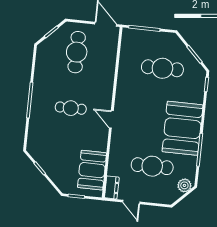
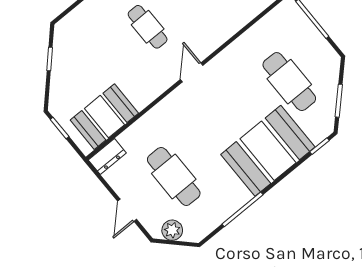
door: (111, 119) -> (192, 72), moved
booth: (183, 128) -> (268, 151), moved
plant: (184, 185) -> (172, 230), moved
door: (131, 202) -> (127, 210), moved

